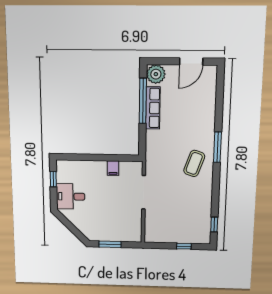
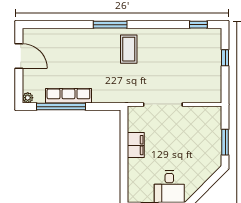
plant: (156, 74) -> (28, 98), width x0.53, depth x0.53
coffee table: (194, 163) -> (129, 49), turned 71
filing cabinet: (113, 168) -> (136, 145), width x2.00

